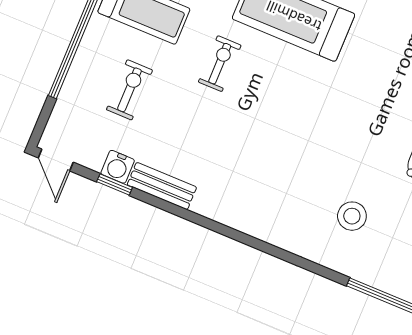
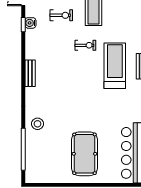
bench: (162, 186) -> (30, 73), moved
stool: (352, 216) -> (37, 124), moved

